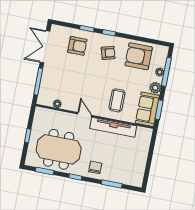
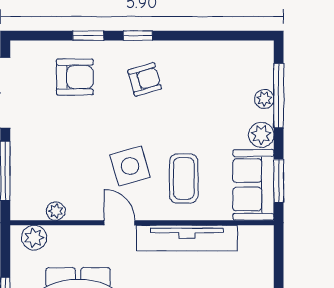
armchair: (139, 56) -> (212, 74), removed
side table: (94, 90) -> (130, 166), added
plant: (45, 114) -> (34, 238), added

